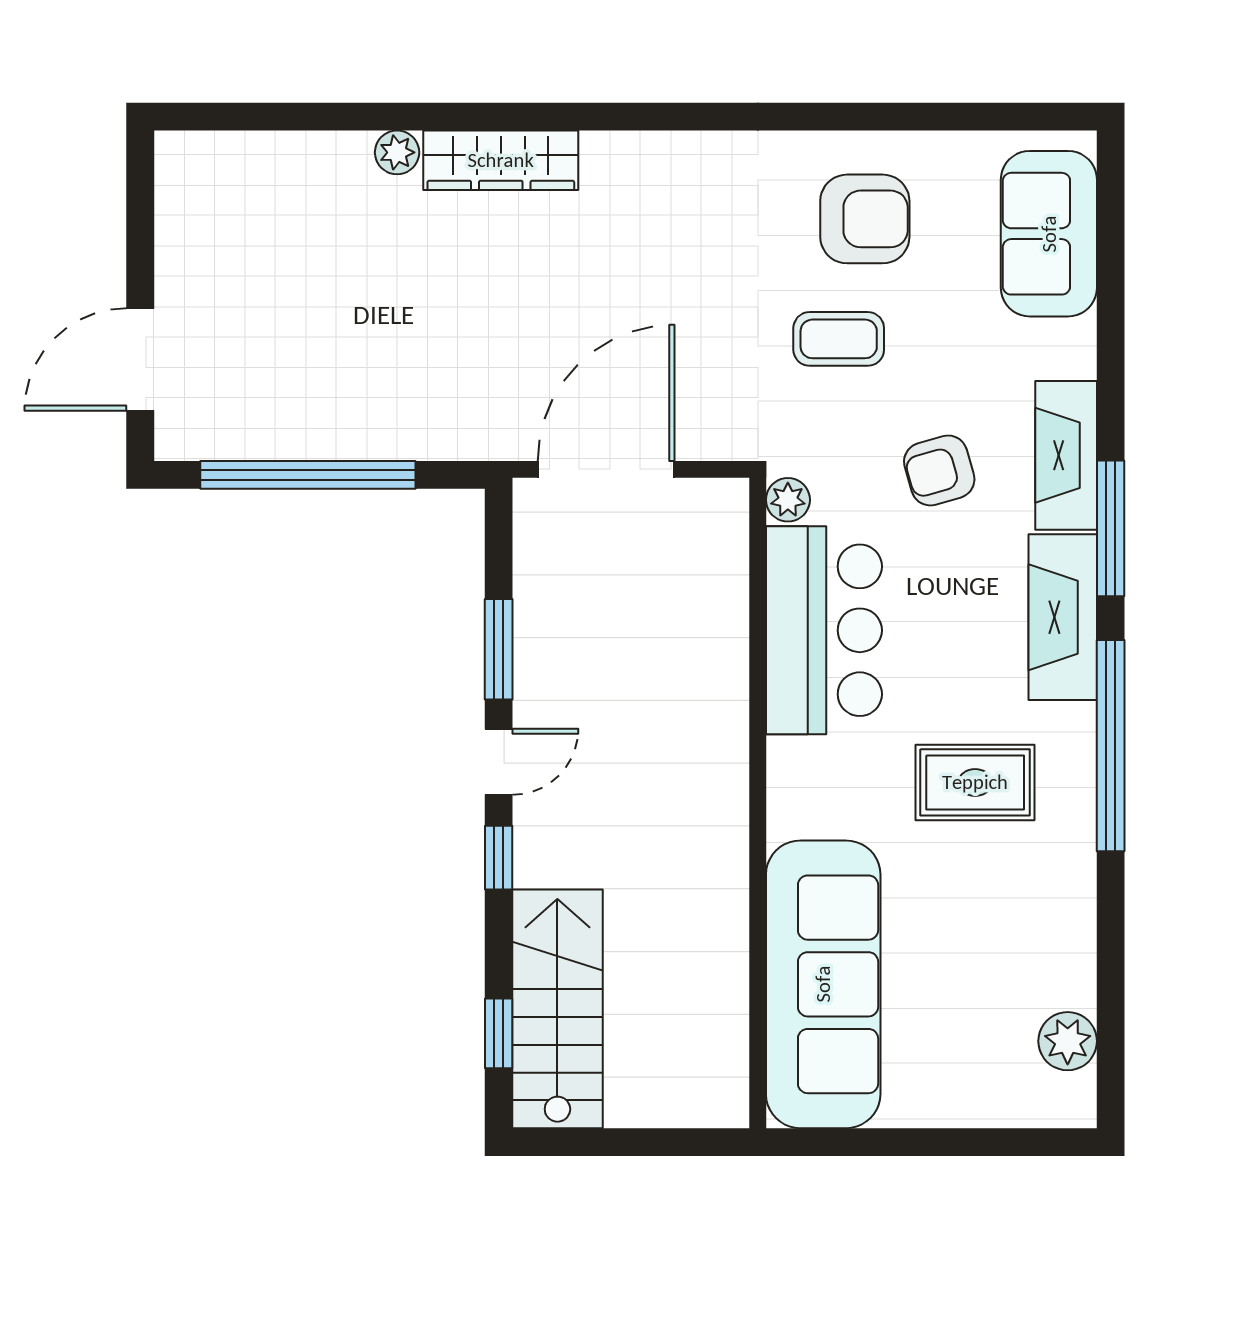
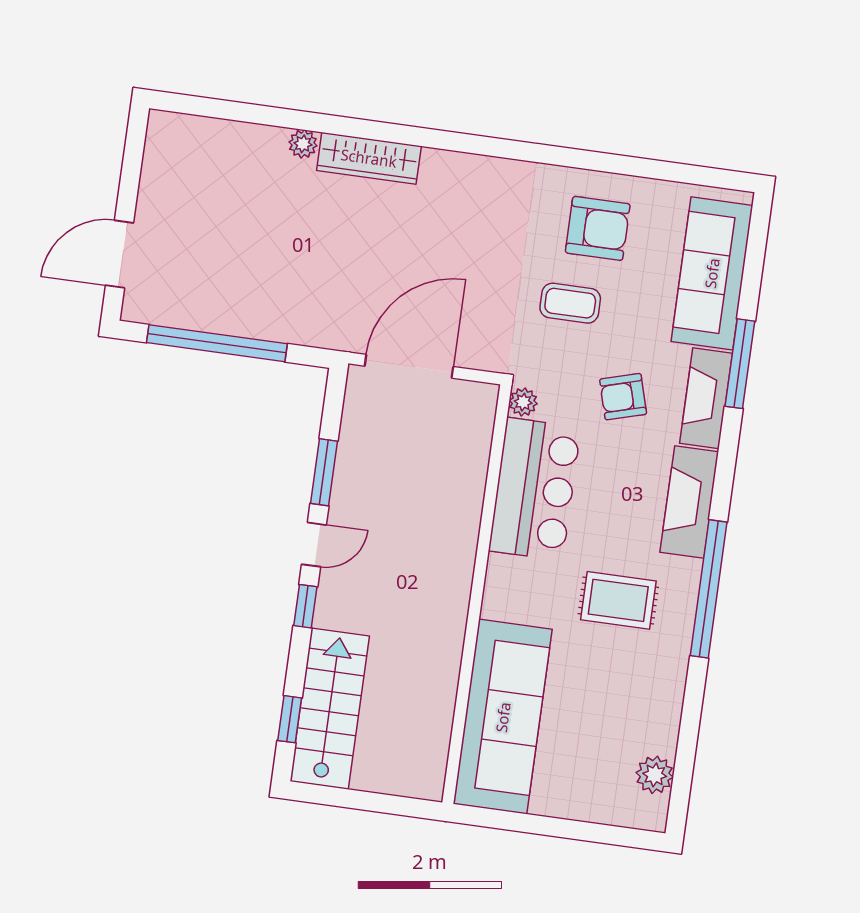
sofa: (1049, 234) -> (712, 273), width x1.36
window: (1111, 528) -> (740, 364), moved

